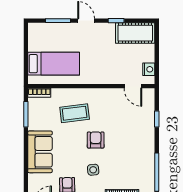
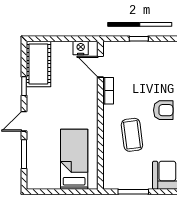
door: (133, 86) -> (100, 67), swing flipped
bookcase: (39, 93) -> (108, 91), moved
armchair: (96, 140) -> (163, 110), turned 180

